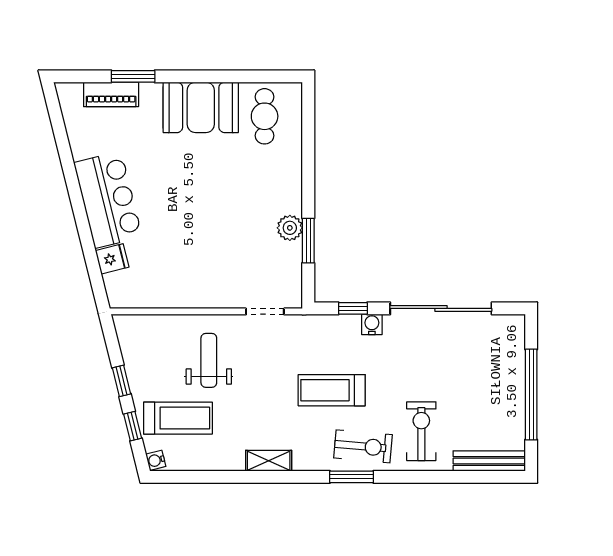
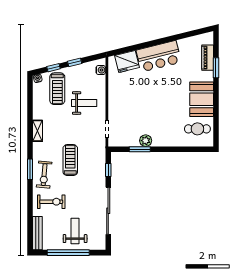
fridge: (112, 259) -> (127, 62), width x1.88, depth x1.34
water cooler: (372, 324) -> (101, 70), moved
weight bench: (484, 380) -> (75, 231), added

